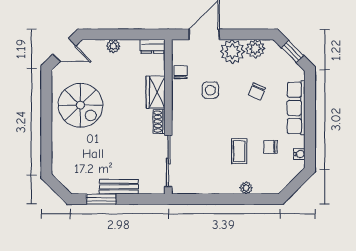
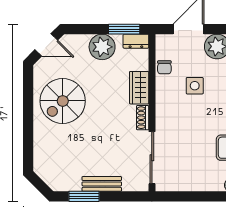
window: (141, 34) -> (124, 29), added
plant: (113, 46) -> (102, 47), width x1.88, depth x1.88
chair: (181, 72) -> (164, 67), turned 180
spiral stairs: (80, 105) -> (63, 101), turned 90

